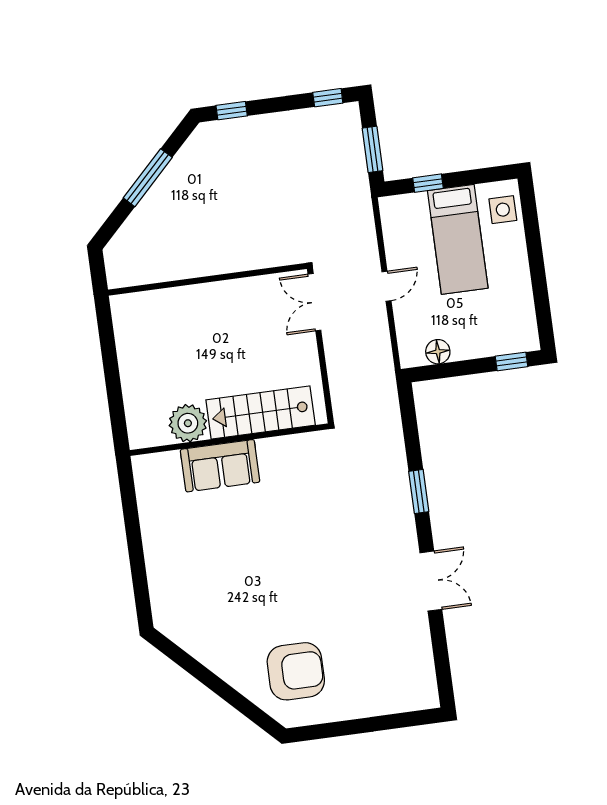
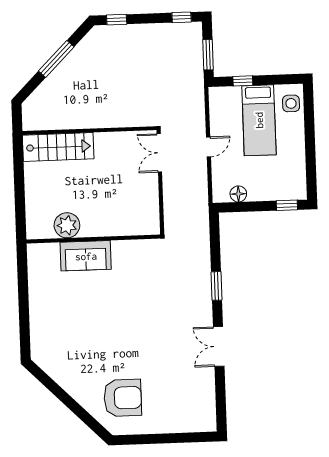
stairs: (261, 412) -> (58, 147), moved, turned 180
double door: (431, 581) -> (219, 346), swing flipped

